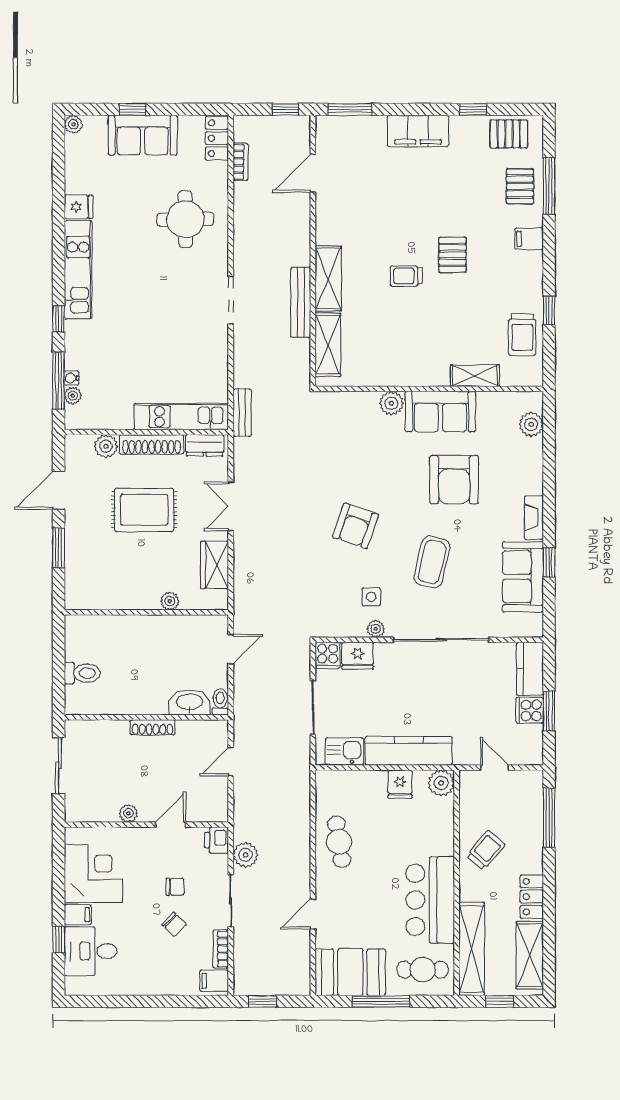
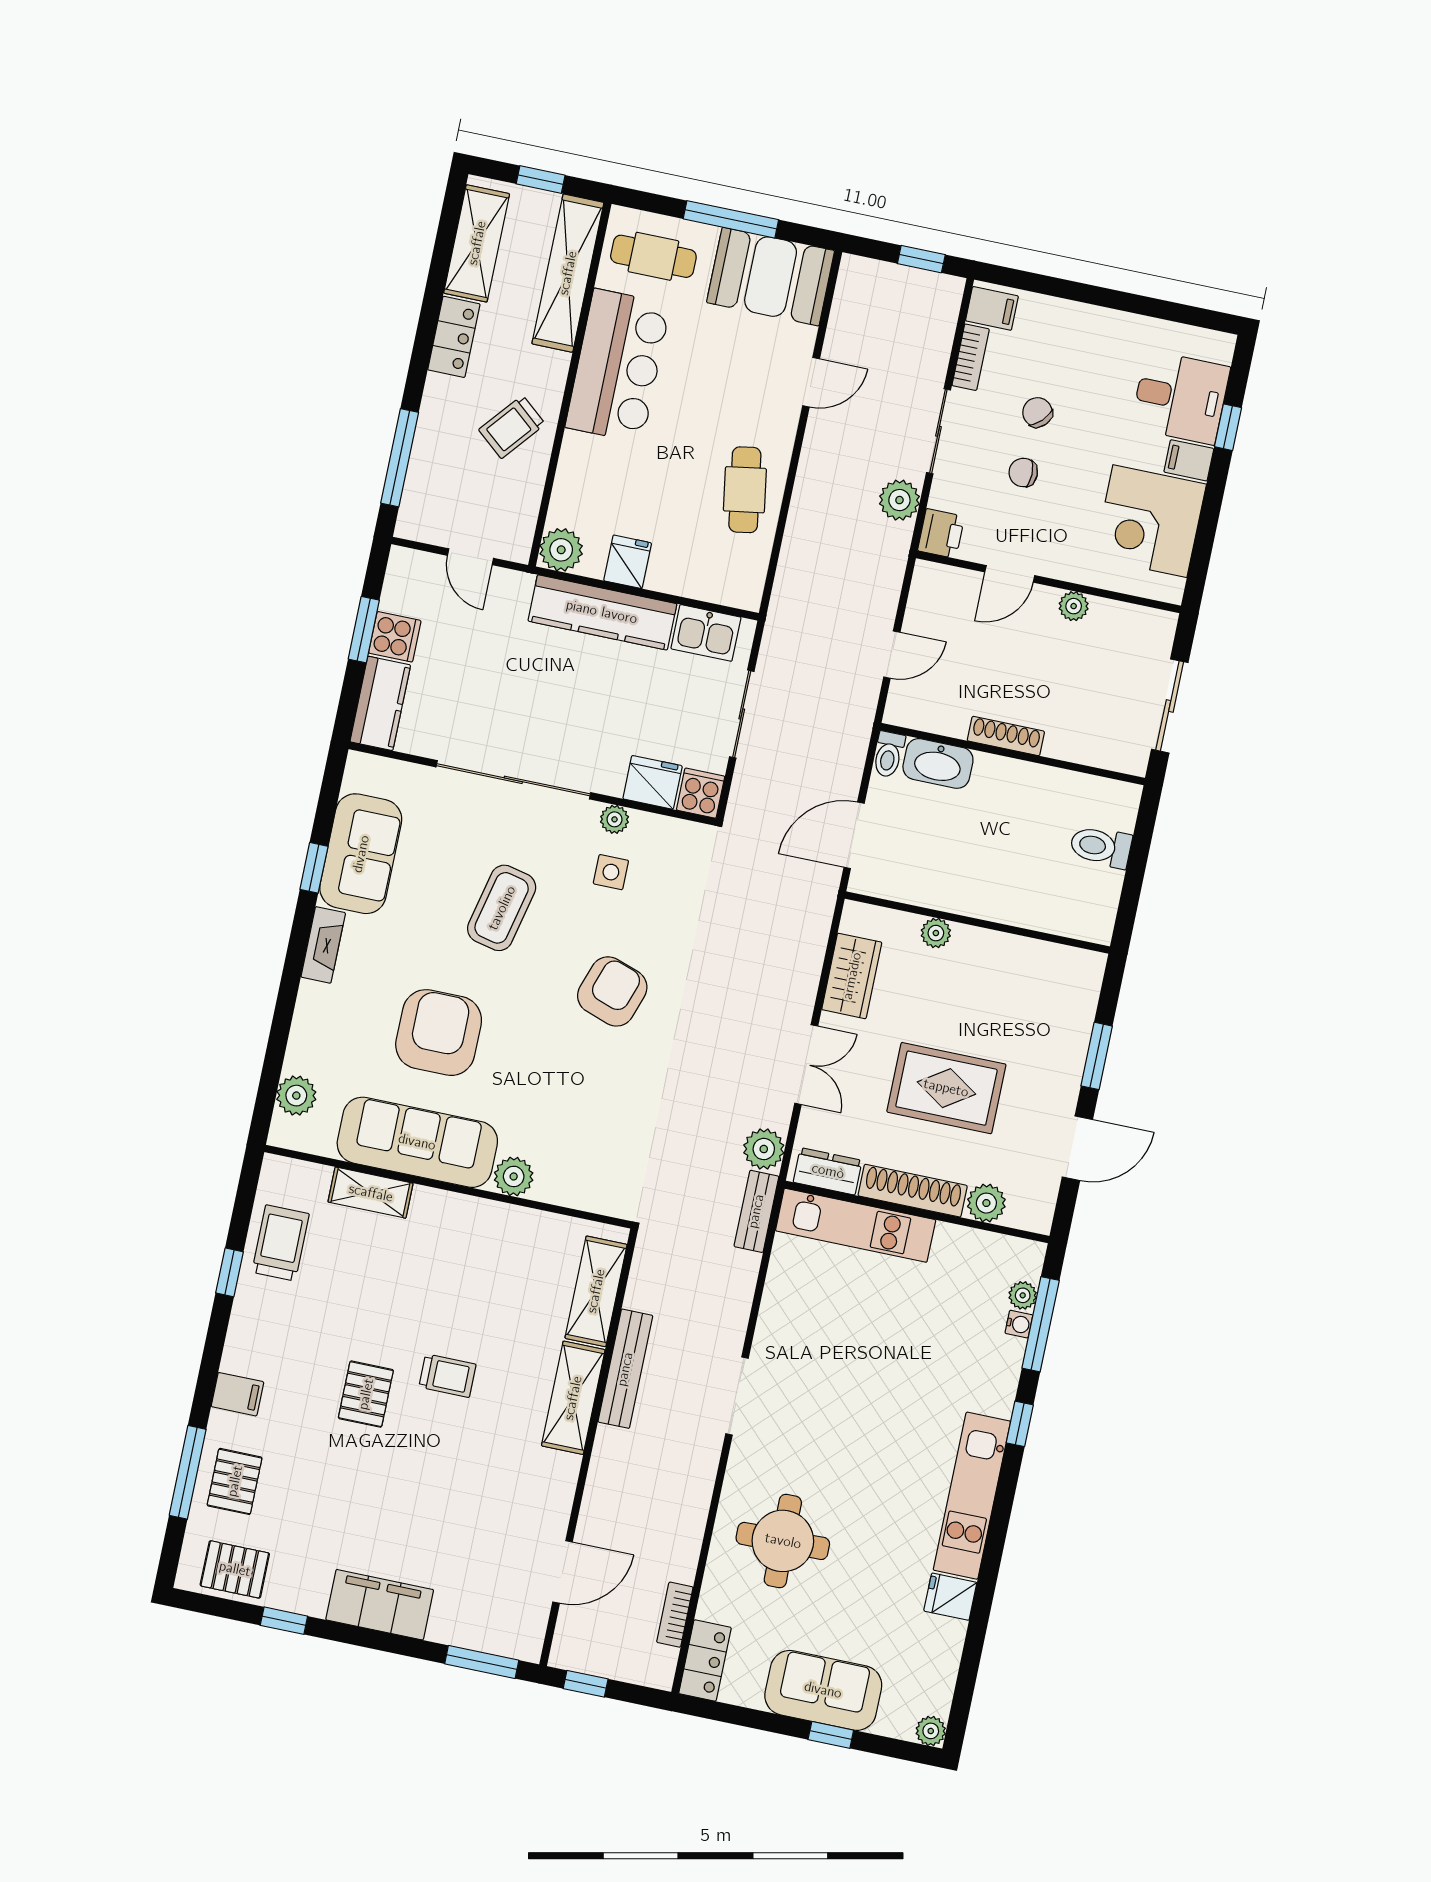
sofa: (440, 412) -> (417, 1142), width x1.36
plant: (246, 451) -> (764, 1149), added
door: (231, 649) -> (854, 835), width x1.38

